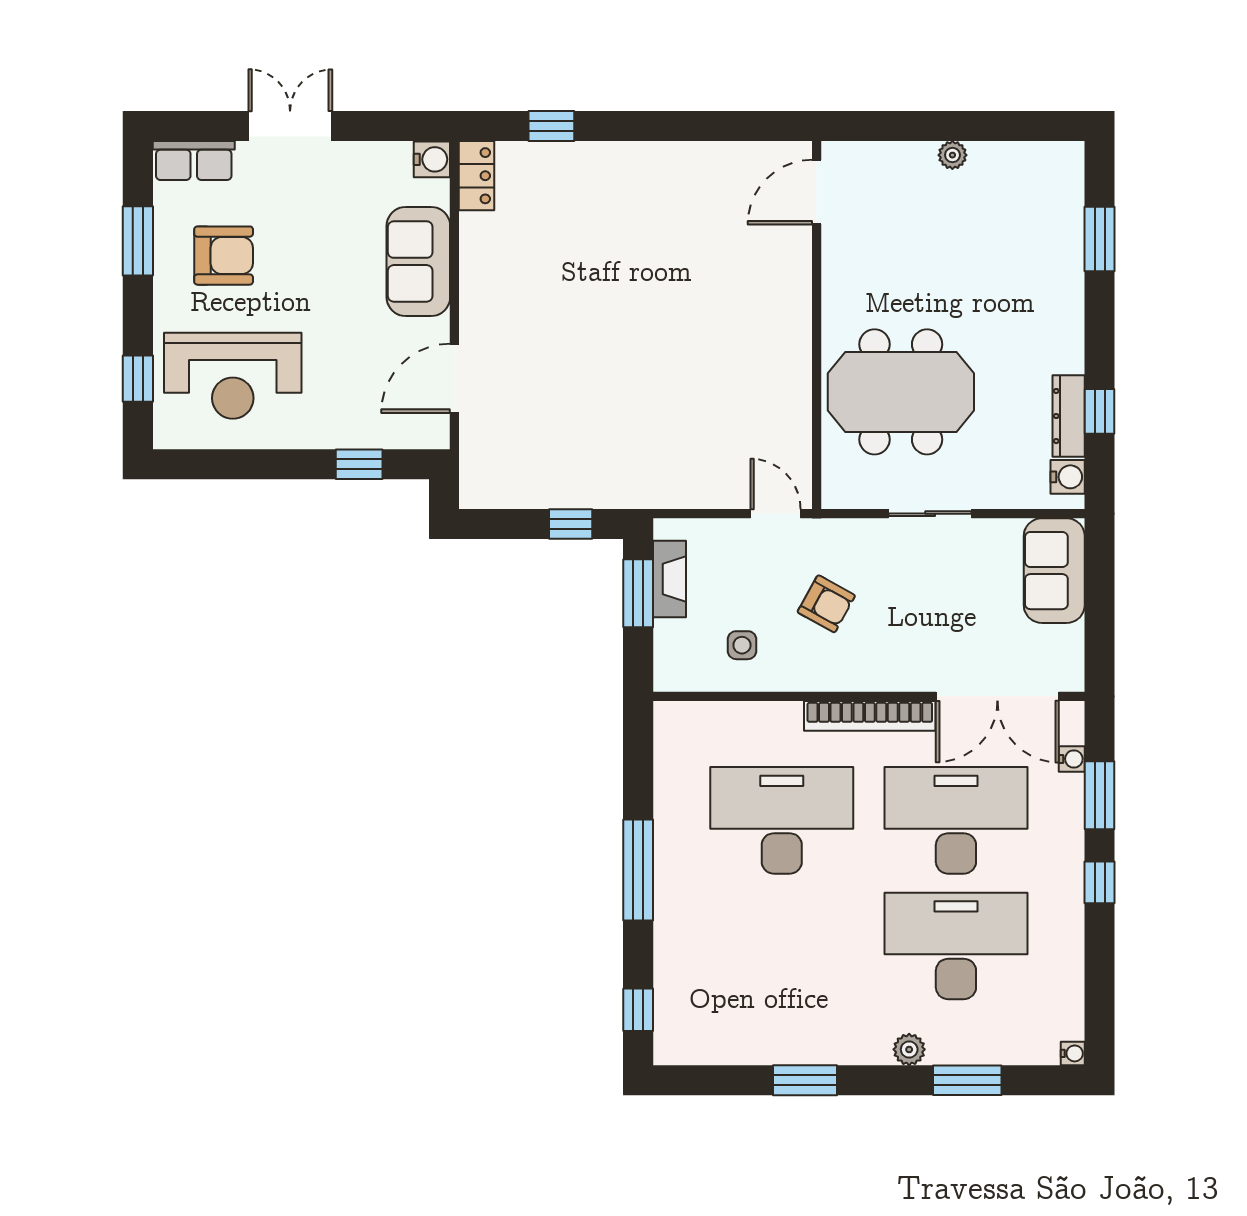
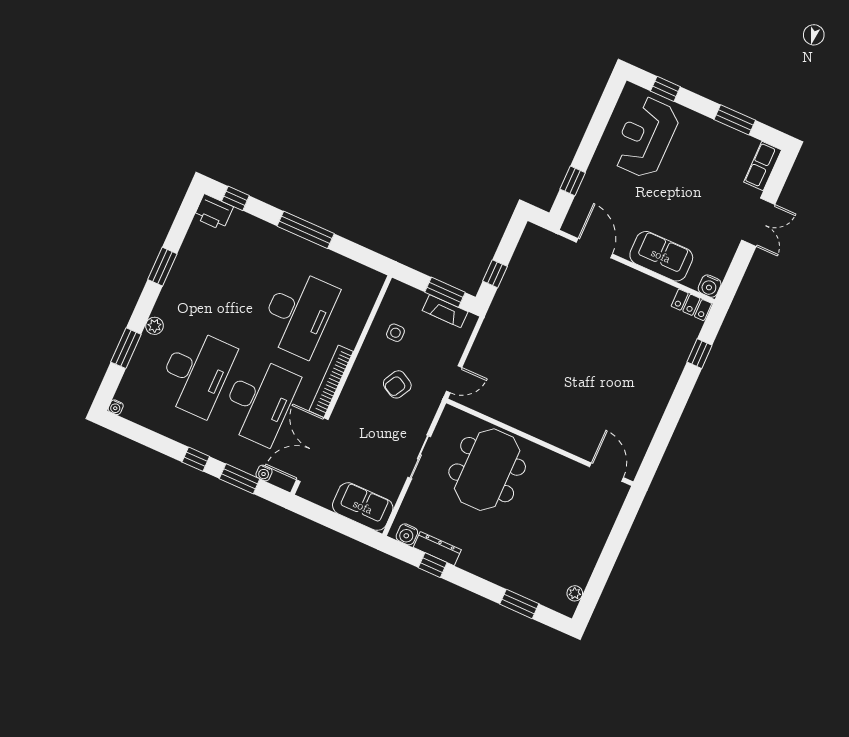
plant: (952, 155) -> (575, 593), moved
armchair: (224, 256) -> (708, 160), removed
printer: (677, 1036) -> (213, 212), added

